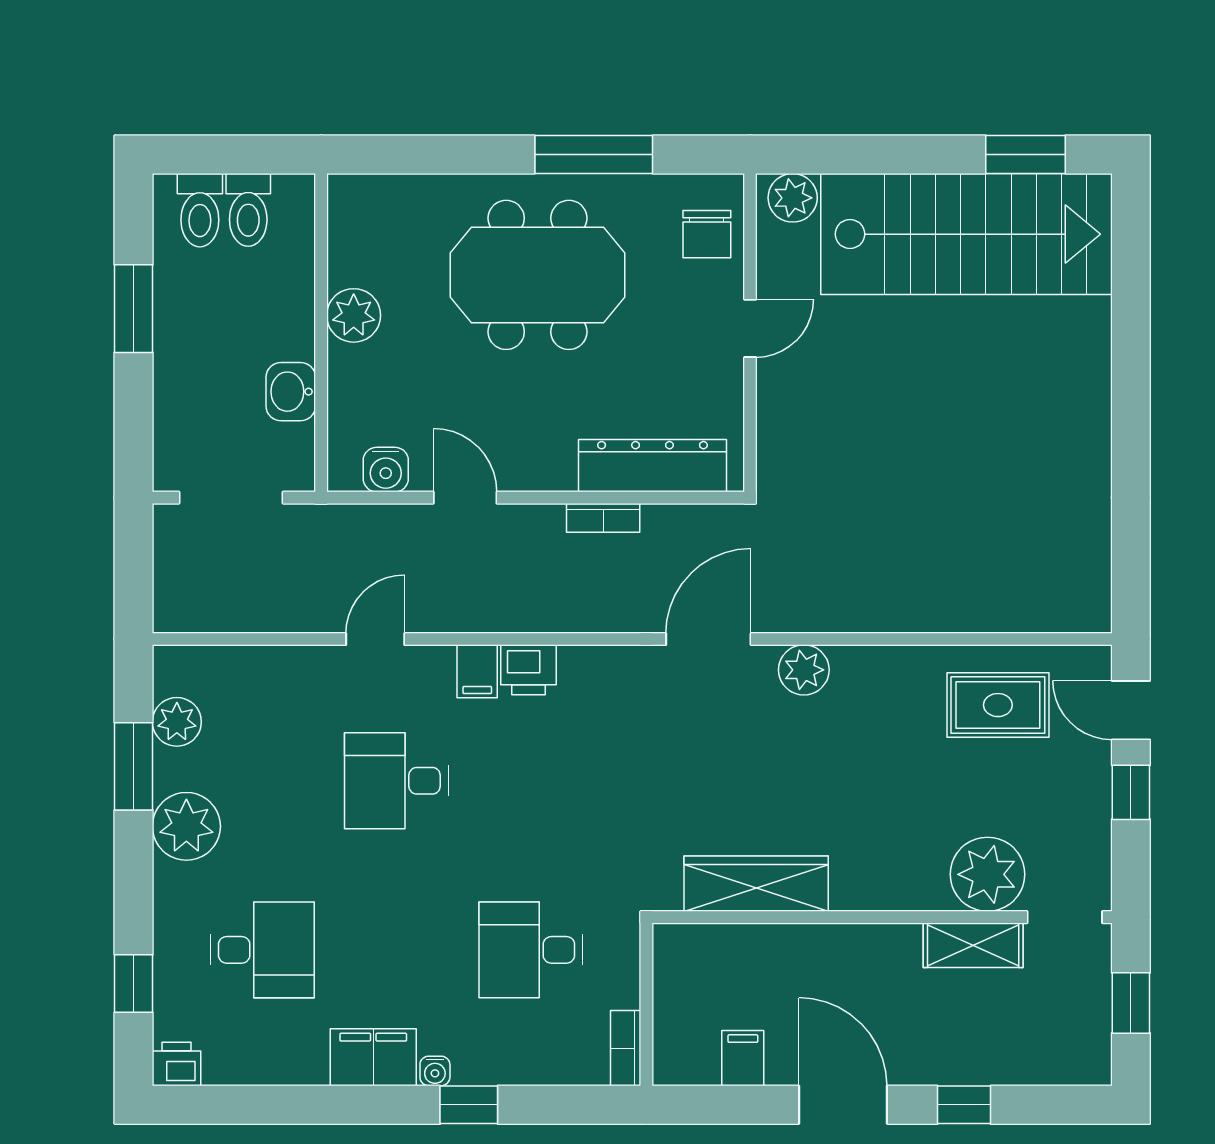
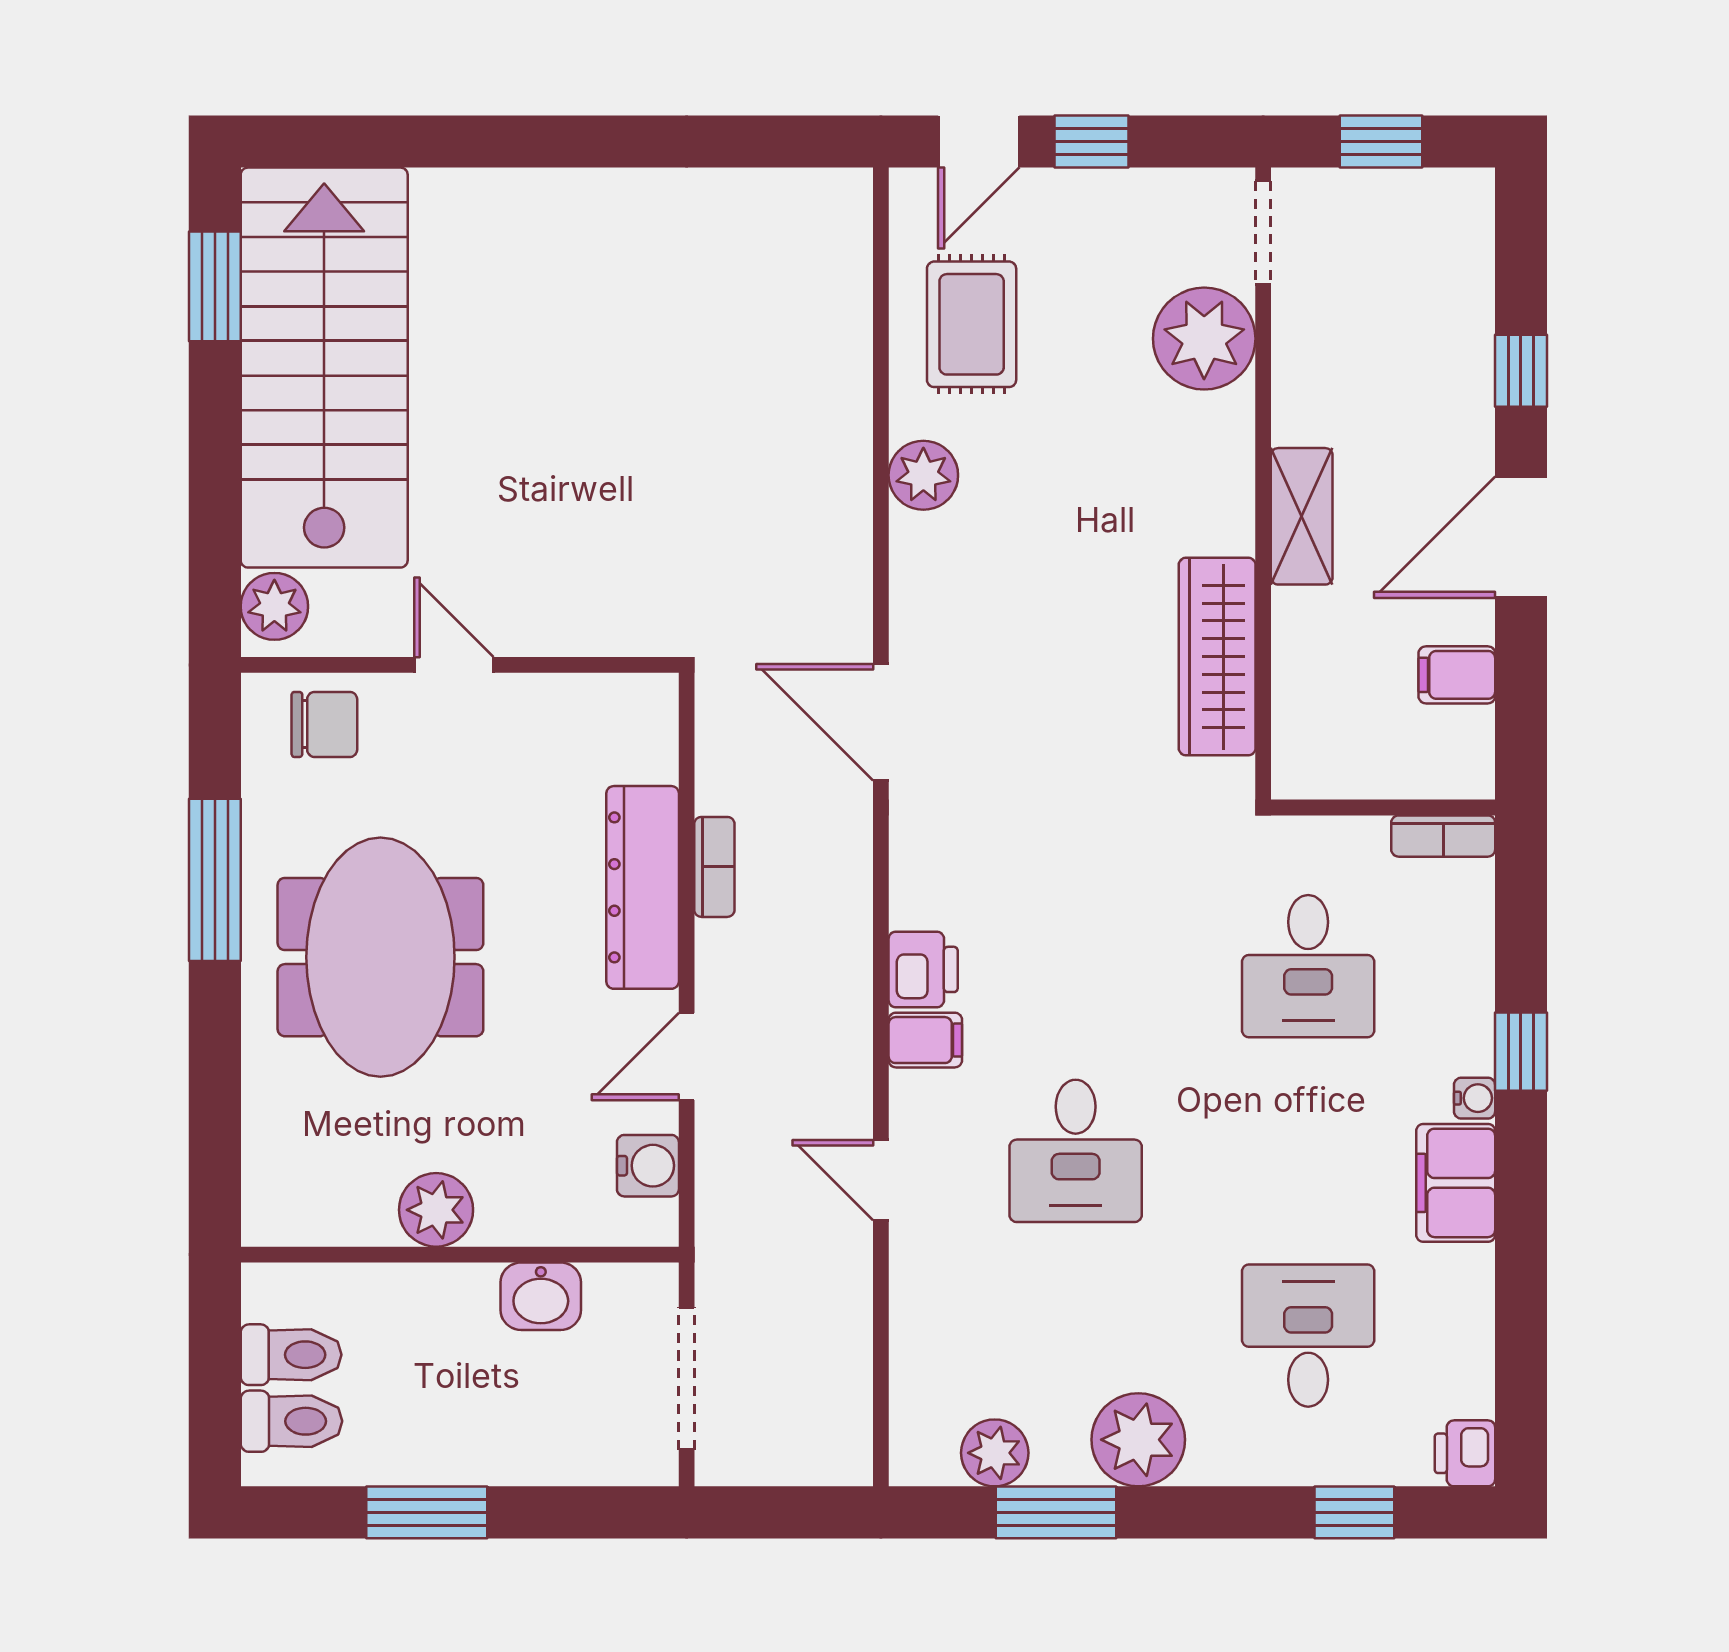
dresser: (653, 466) -> (643, 887), moved
plant: (804, 670) -> (923, 475), moved
shelving: (973, 945) -> (1302, 516), moved

